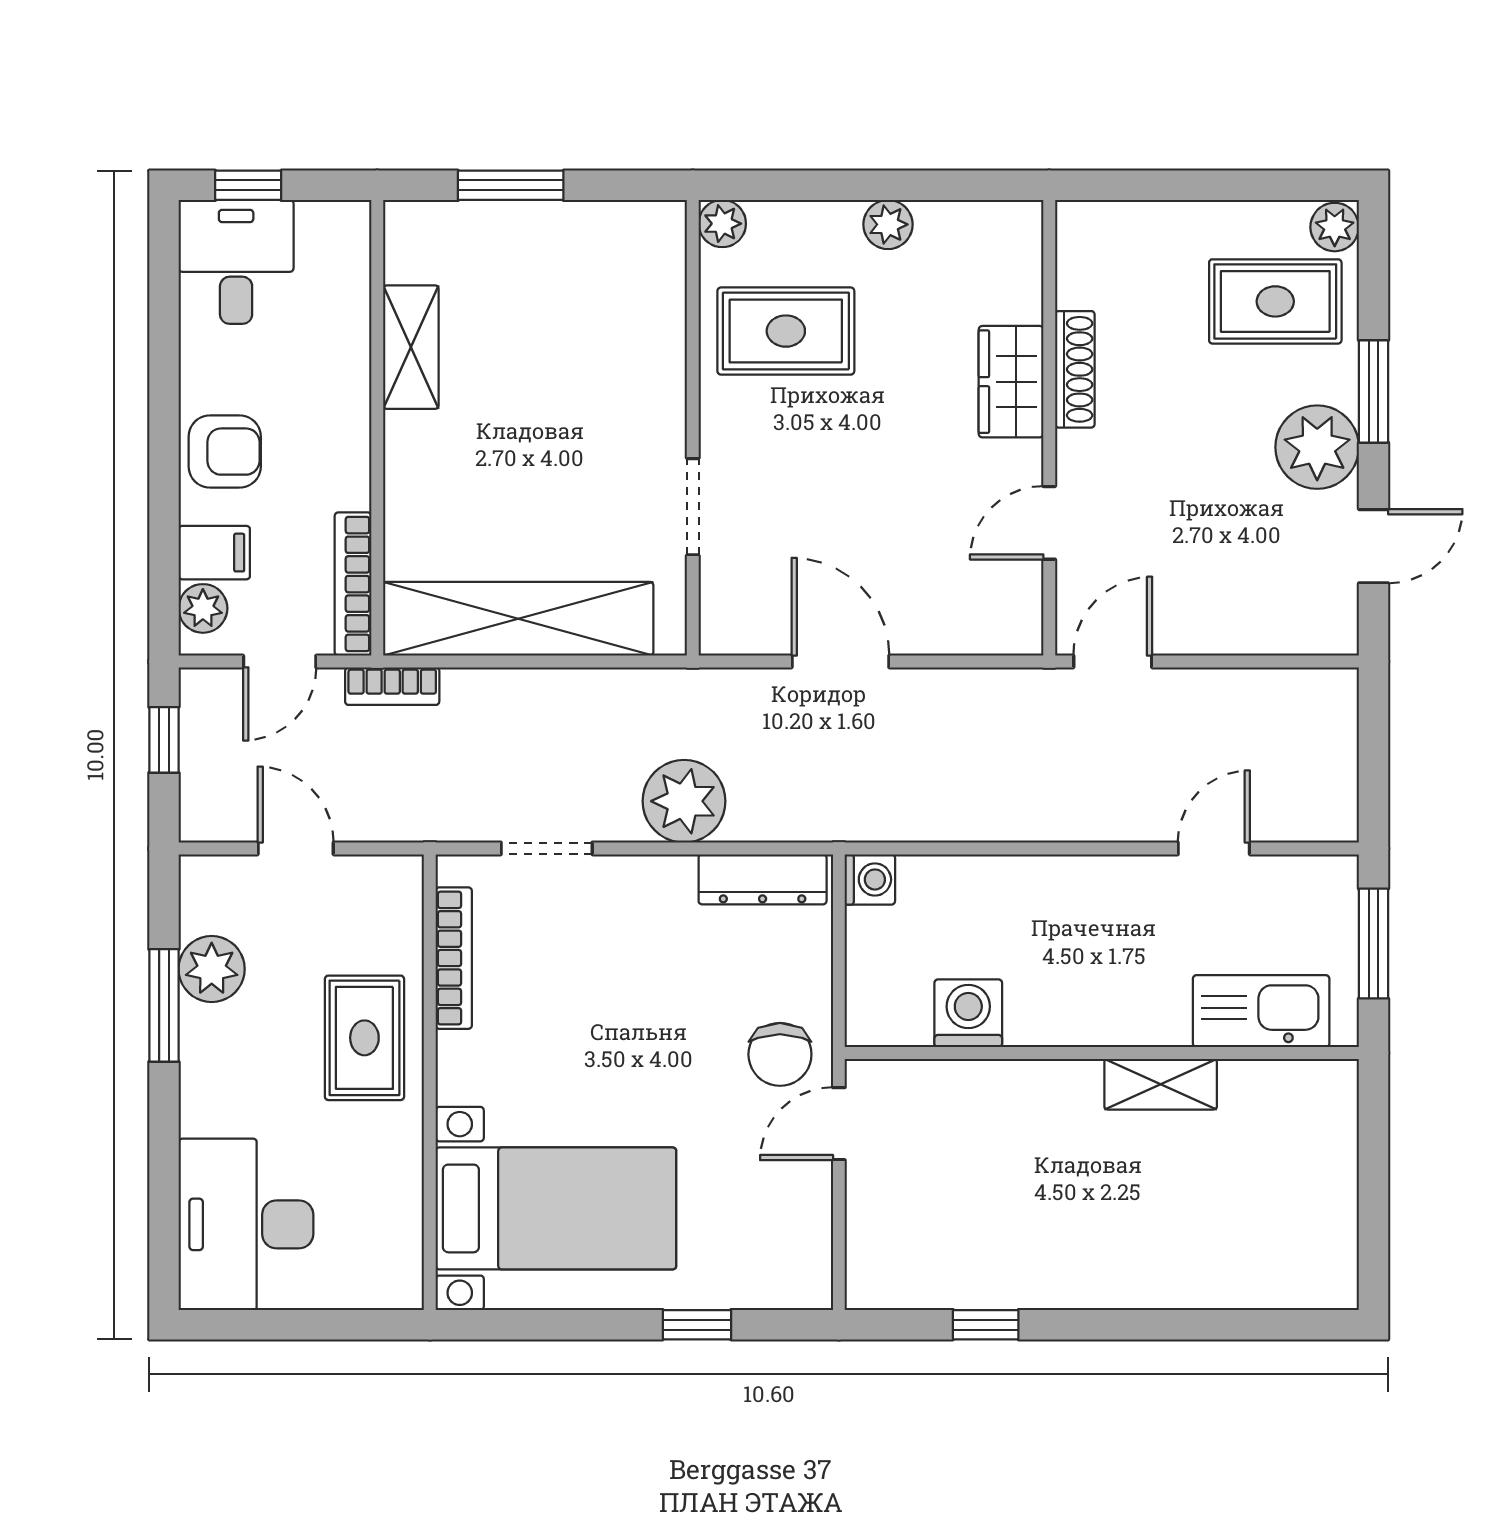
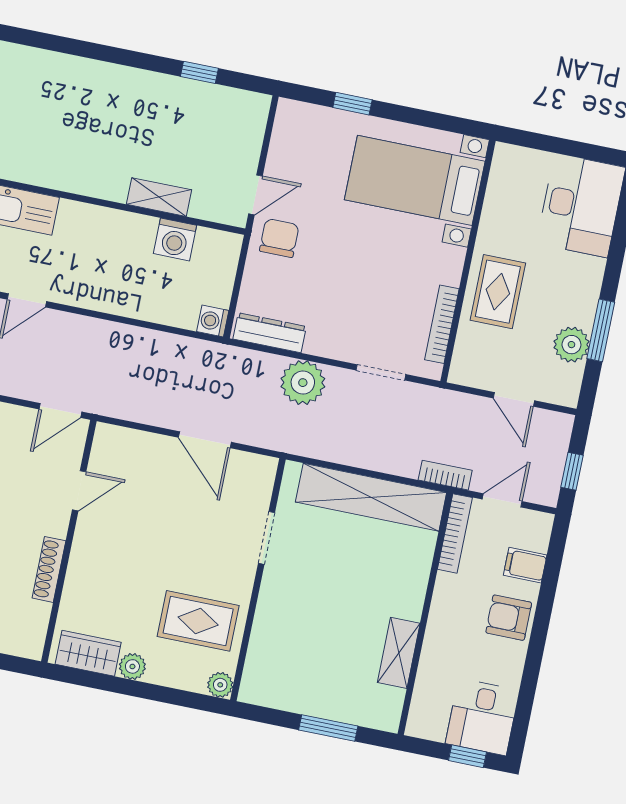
wardrobe: (1011, 382) -> (88, 653), moved, turned -90
plant: (203, 608) -> (537, 537), removed
shelving: (1161, 1084) -> (159, 197), moved

